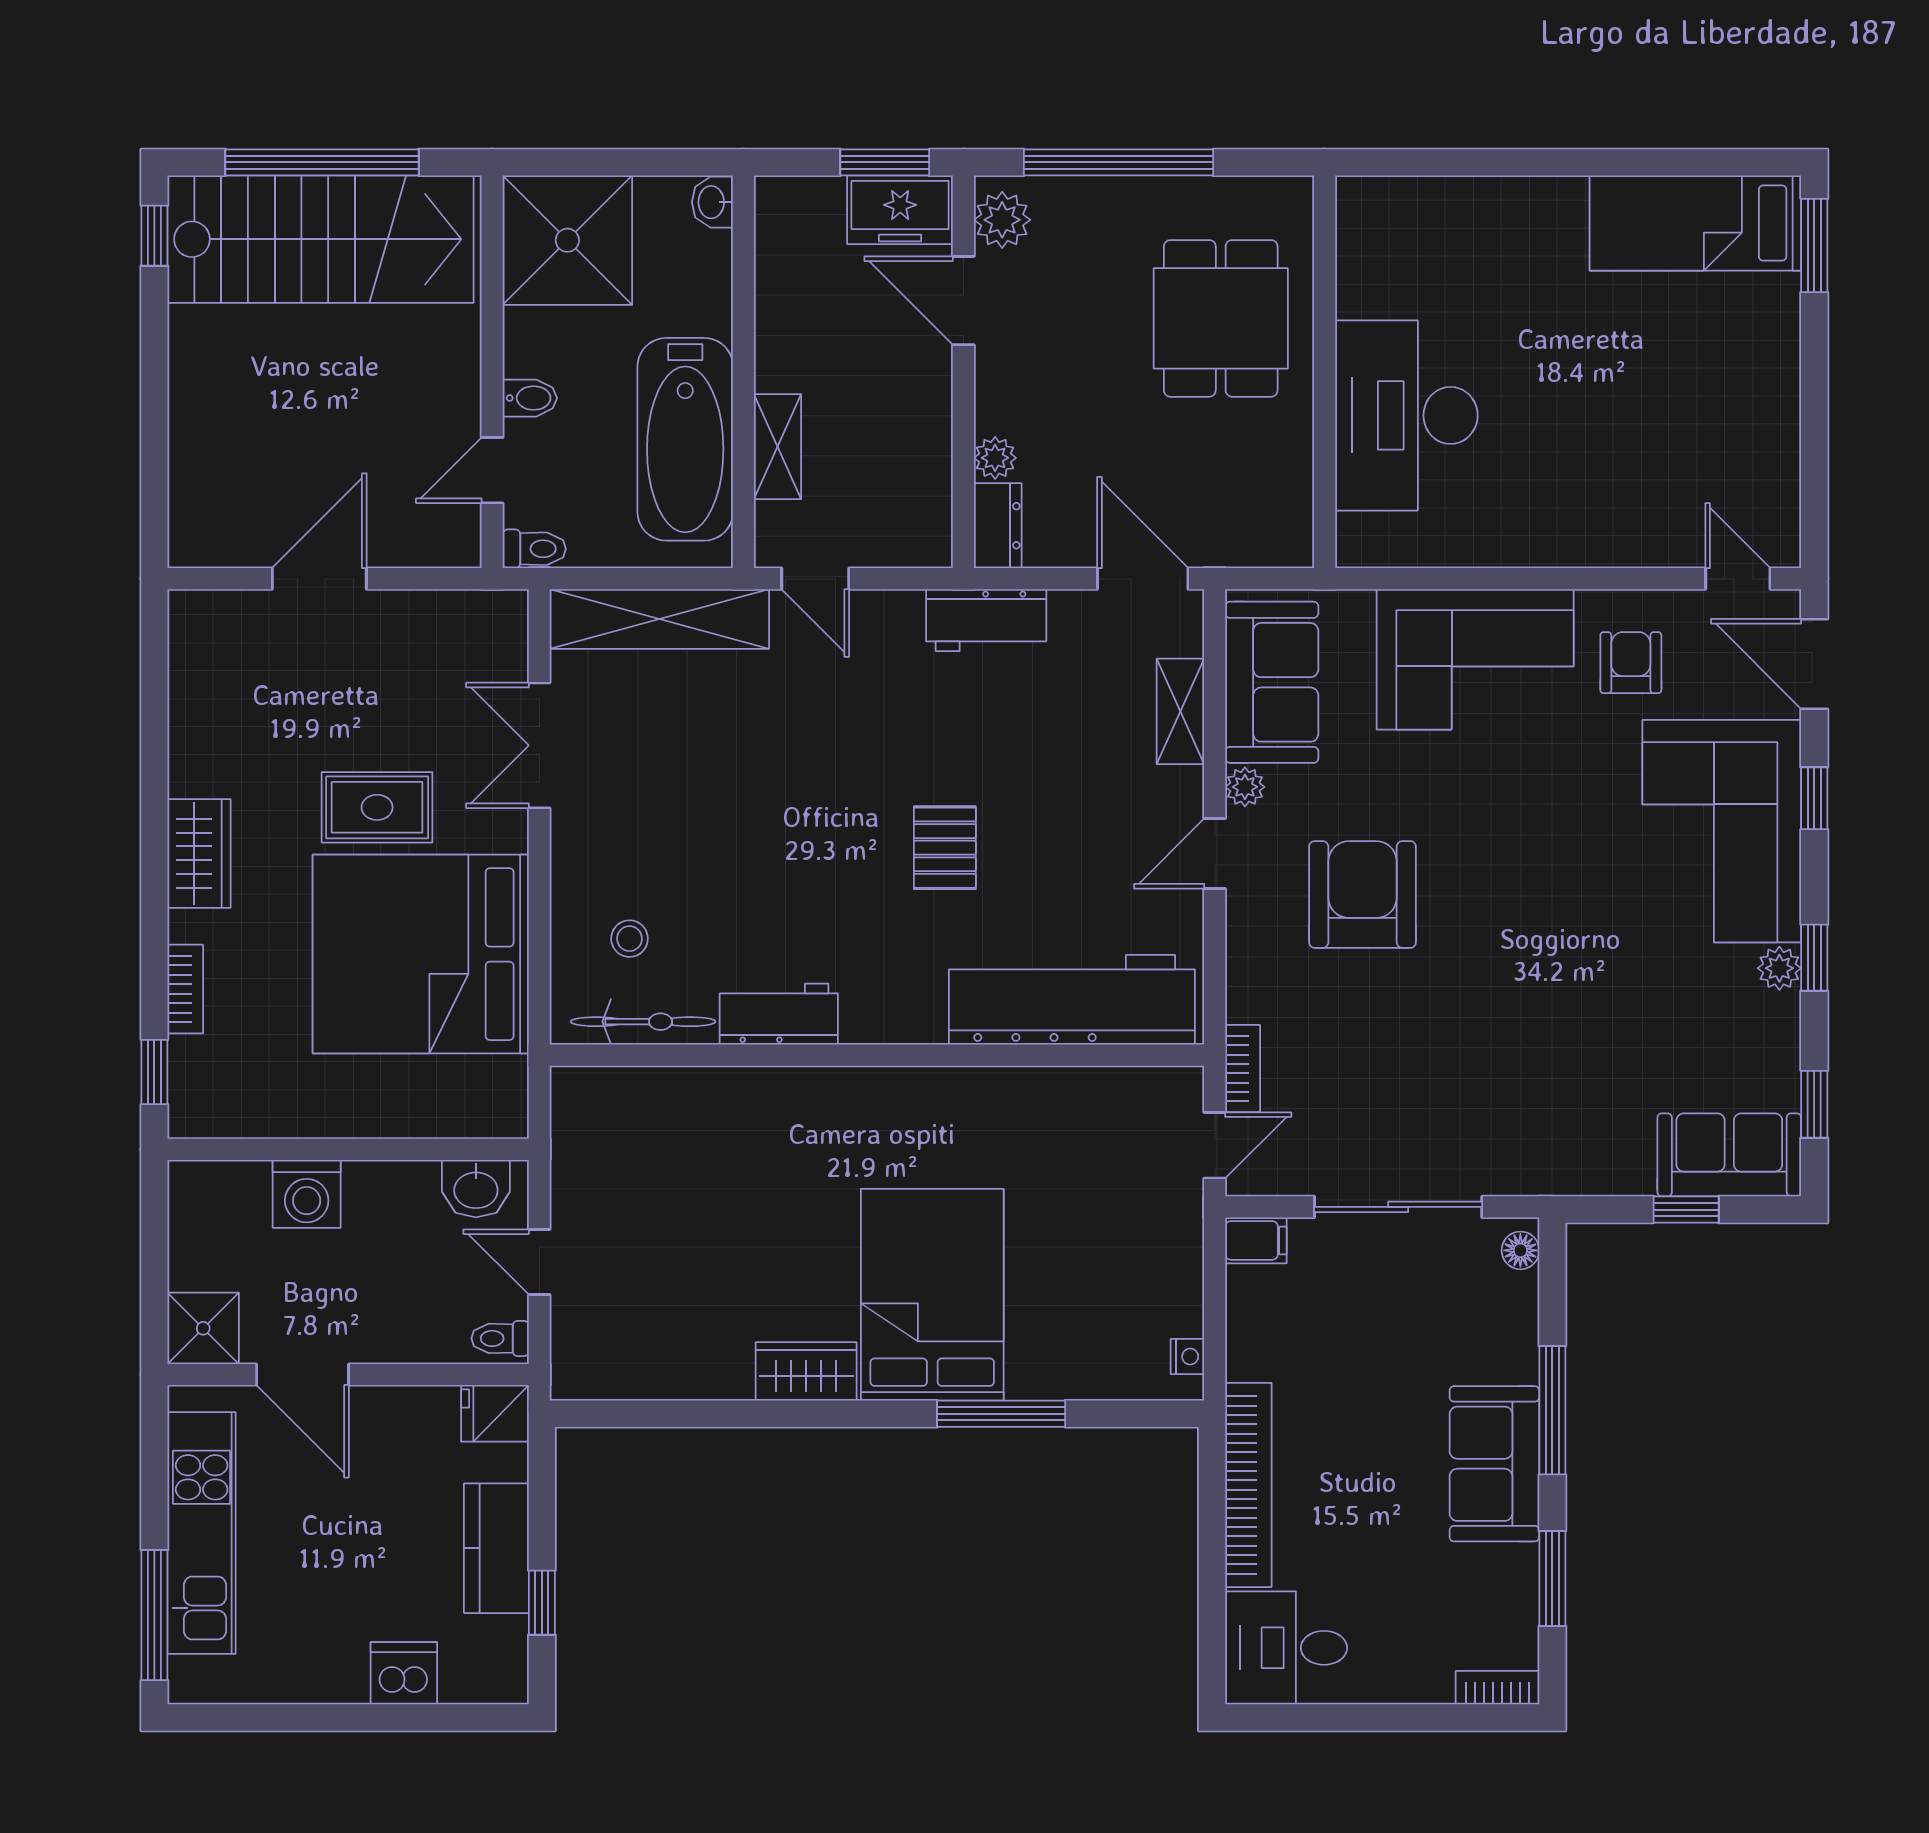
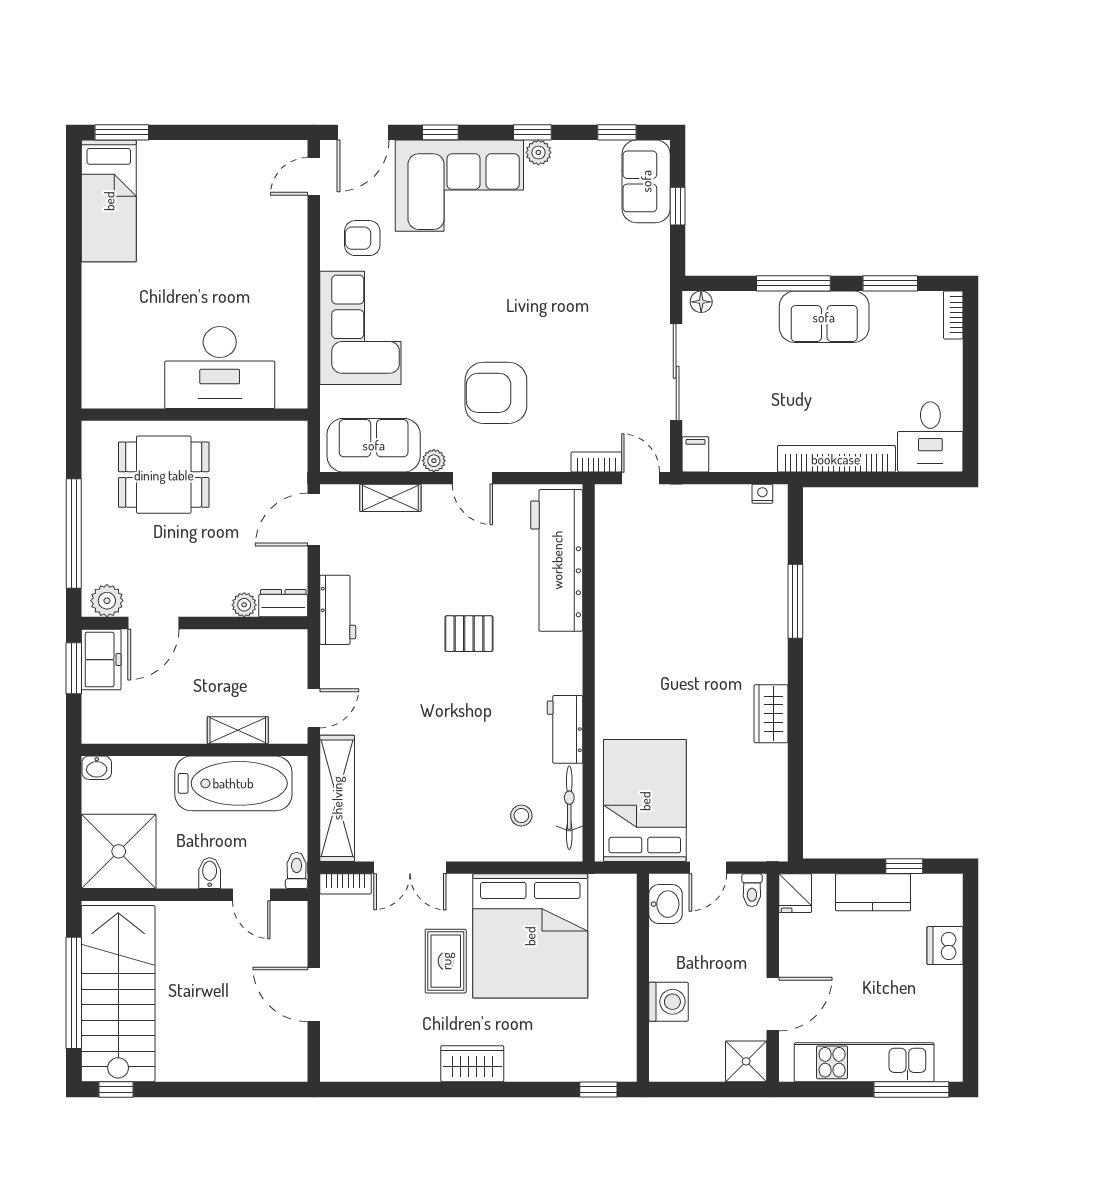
bookcase: (185, 989) -> (345, 884), moved, turned 180
bed: (932, 1295) -> (645, 801), moved, turned 90

